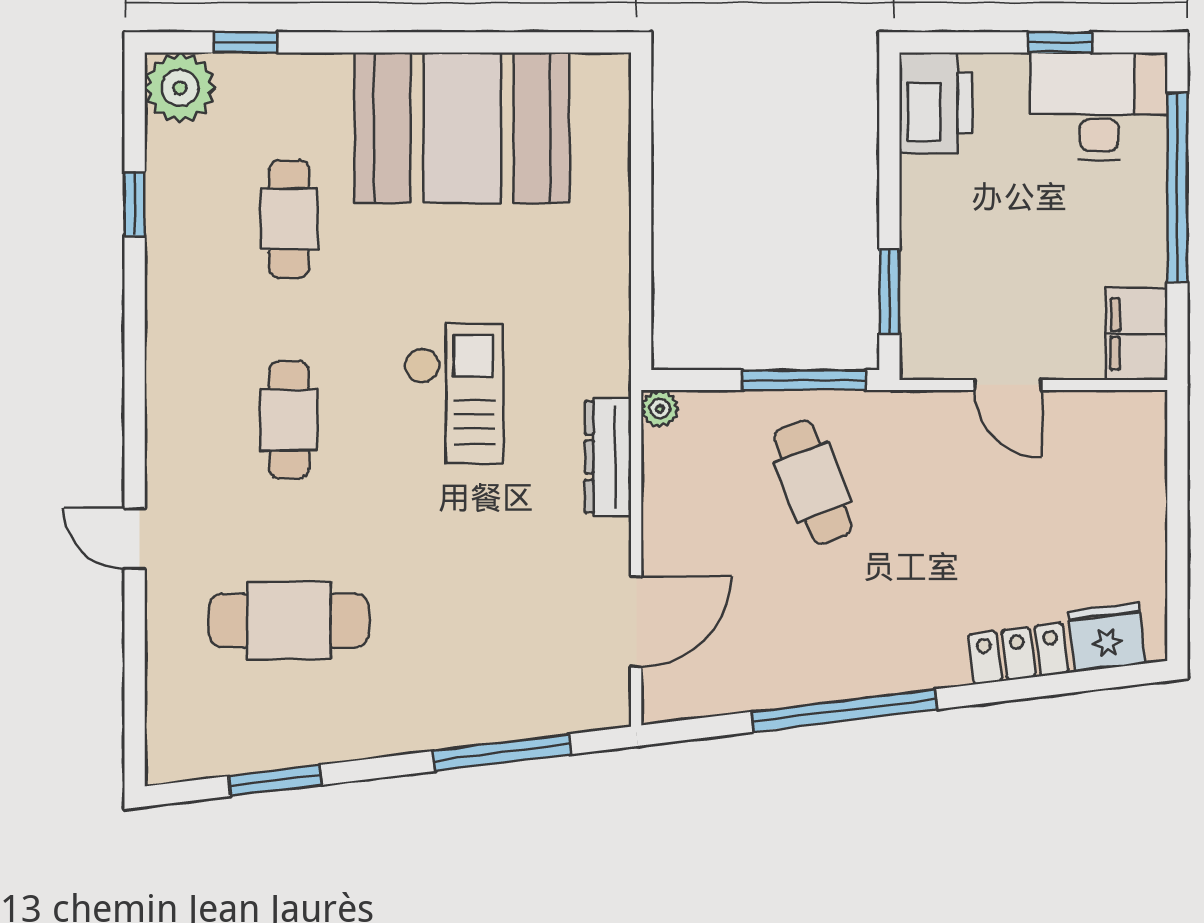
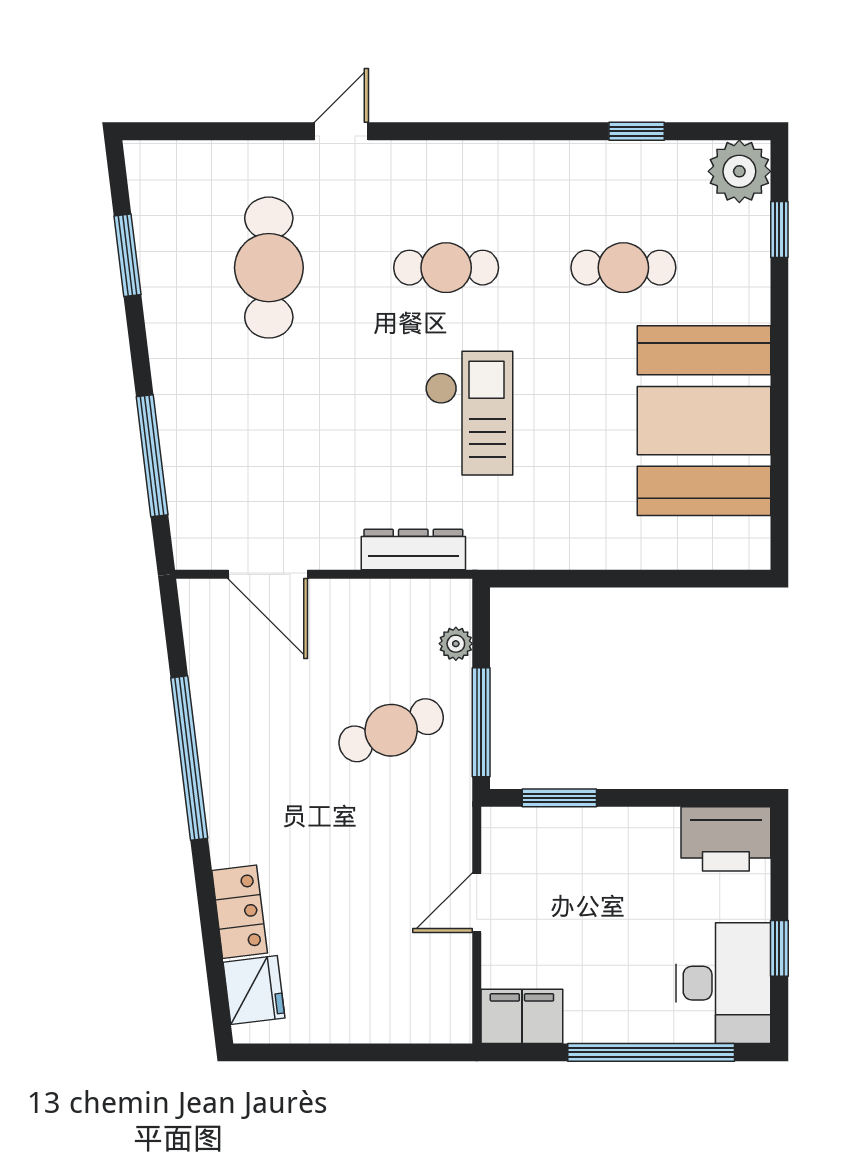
checkout: (454, 394) -> (469, 413), turned -90
plant: (660, 409) -> (456, 644), moved

